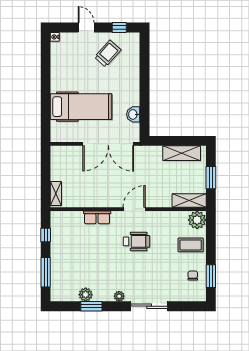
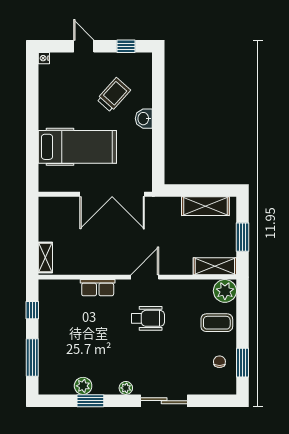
trolley: (108, 53) -> (114, 95), moved
washbasin: (133, 114) -> (144, 119), moved

